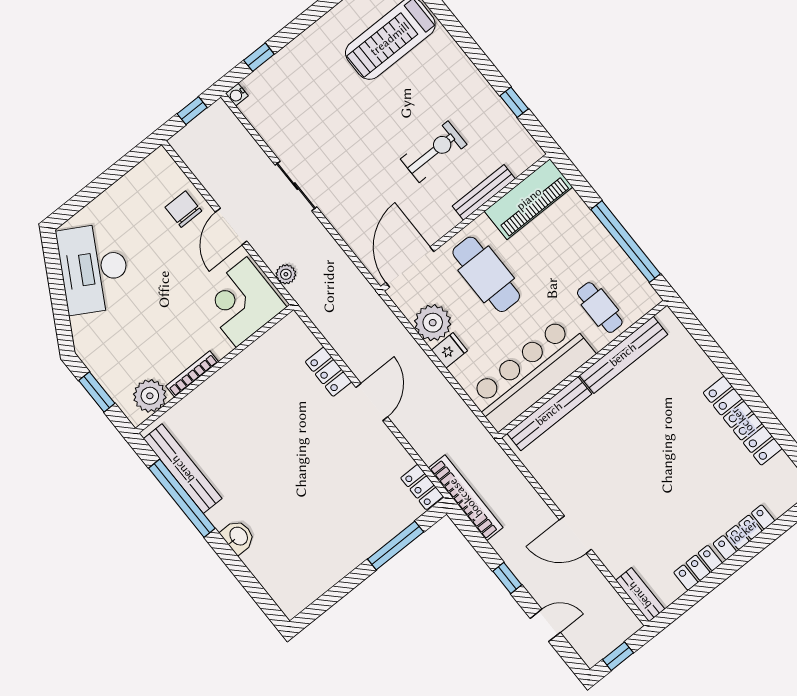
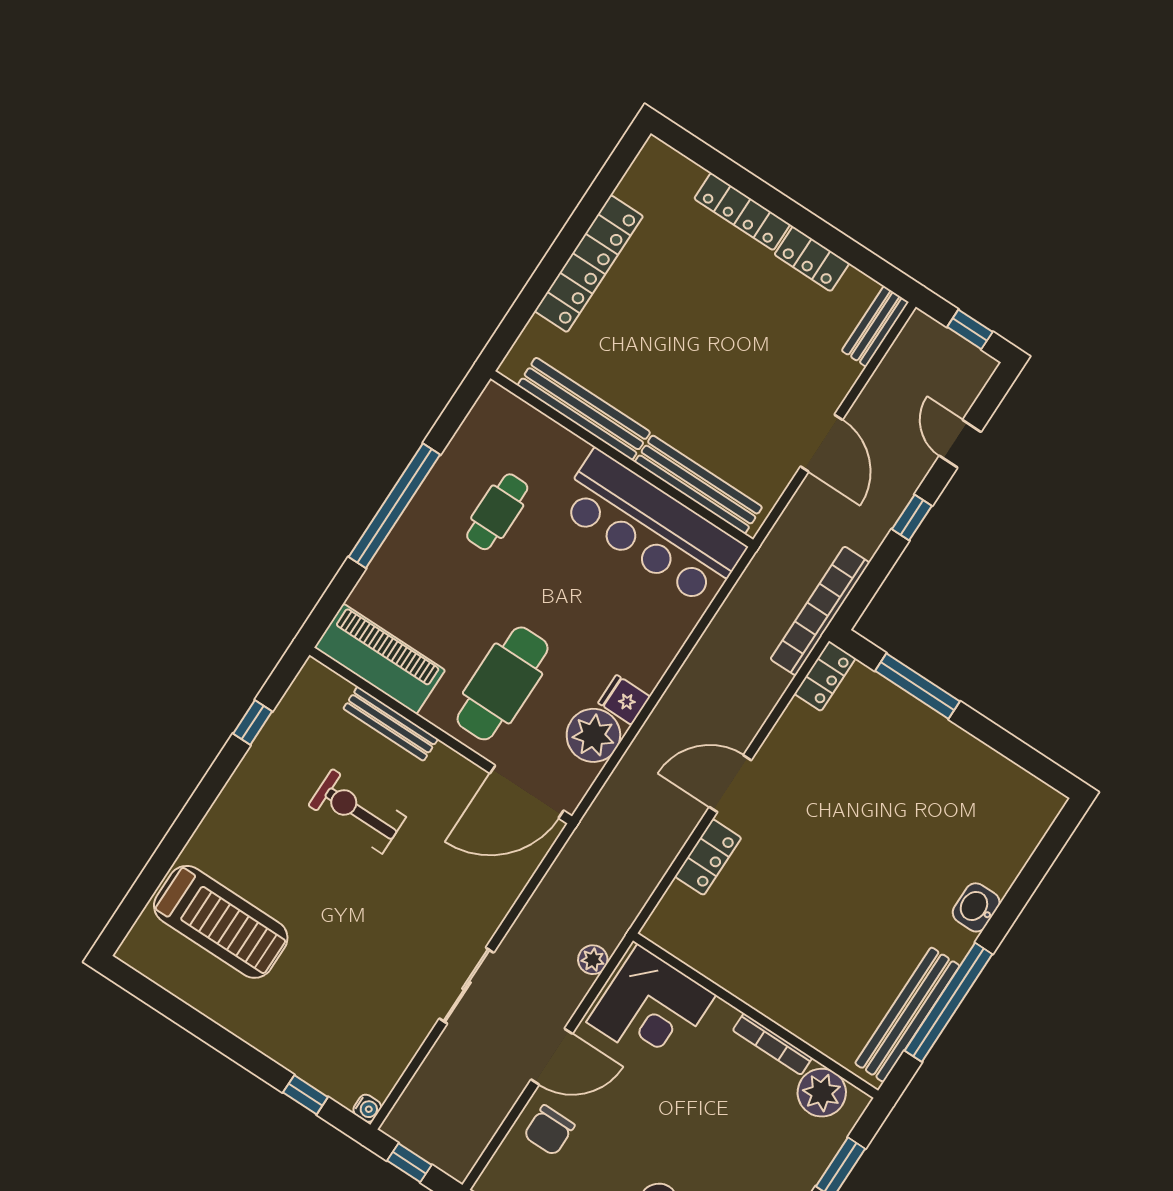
bench: (623, 355) -> (584, 409), moved
wall: (582, 369) -> (622, 459), moved
bar counter: (531, 374) -> (651, 528), moved
bench: (549, 414) -> (698, 485), moved

